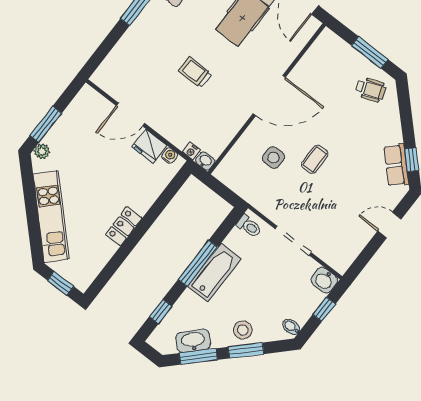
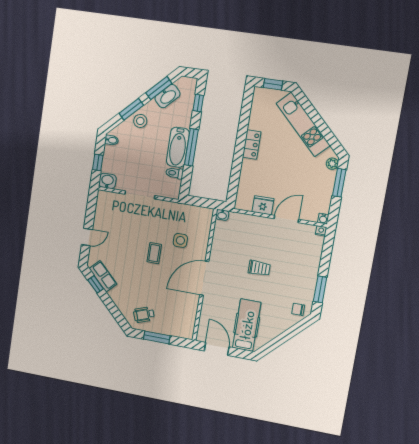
nightstand: (191, 151) -> (321, 231), moved
water cooler: (169, 156) -> (323, 219), moved
toilet: (249, 226) -> (175, 173), moved

